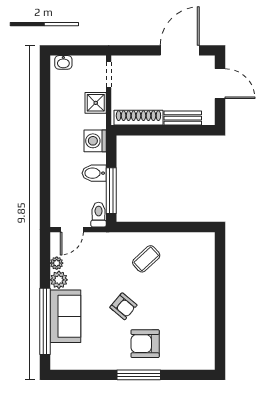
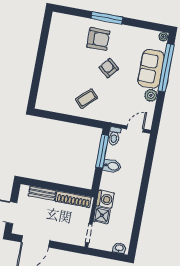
washing machine: (95, 141) -> (105, 199), moved
plant: (57, 263) -> (163, 37), moved

